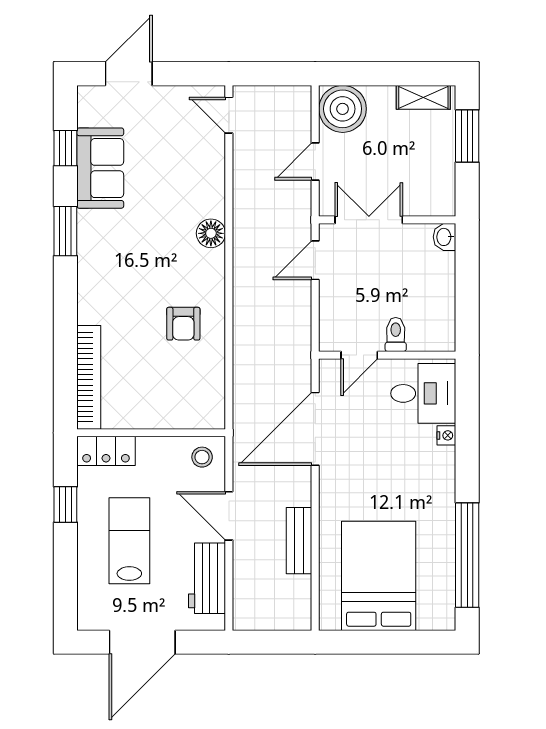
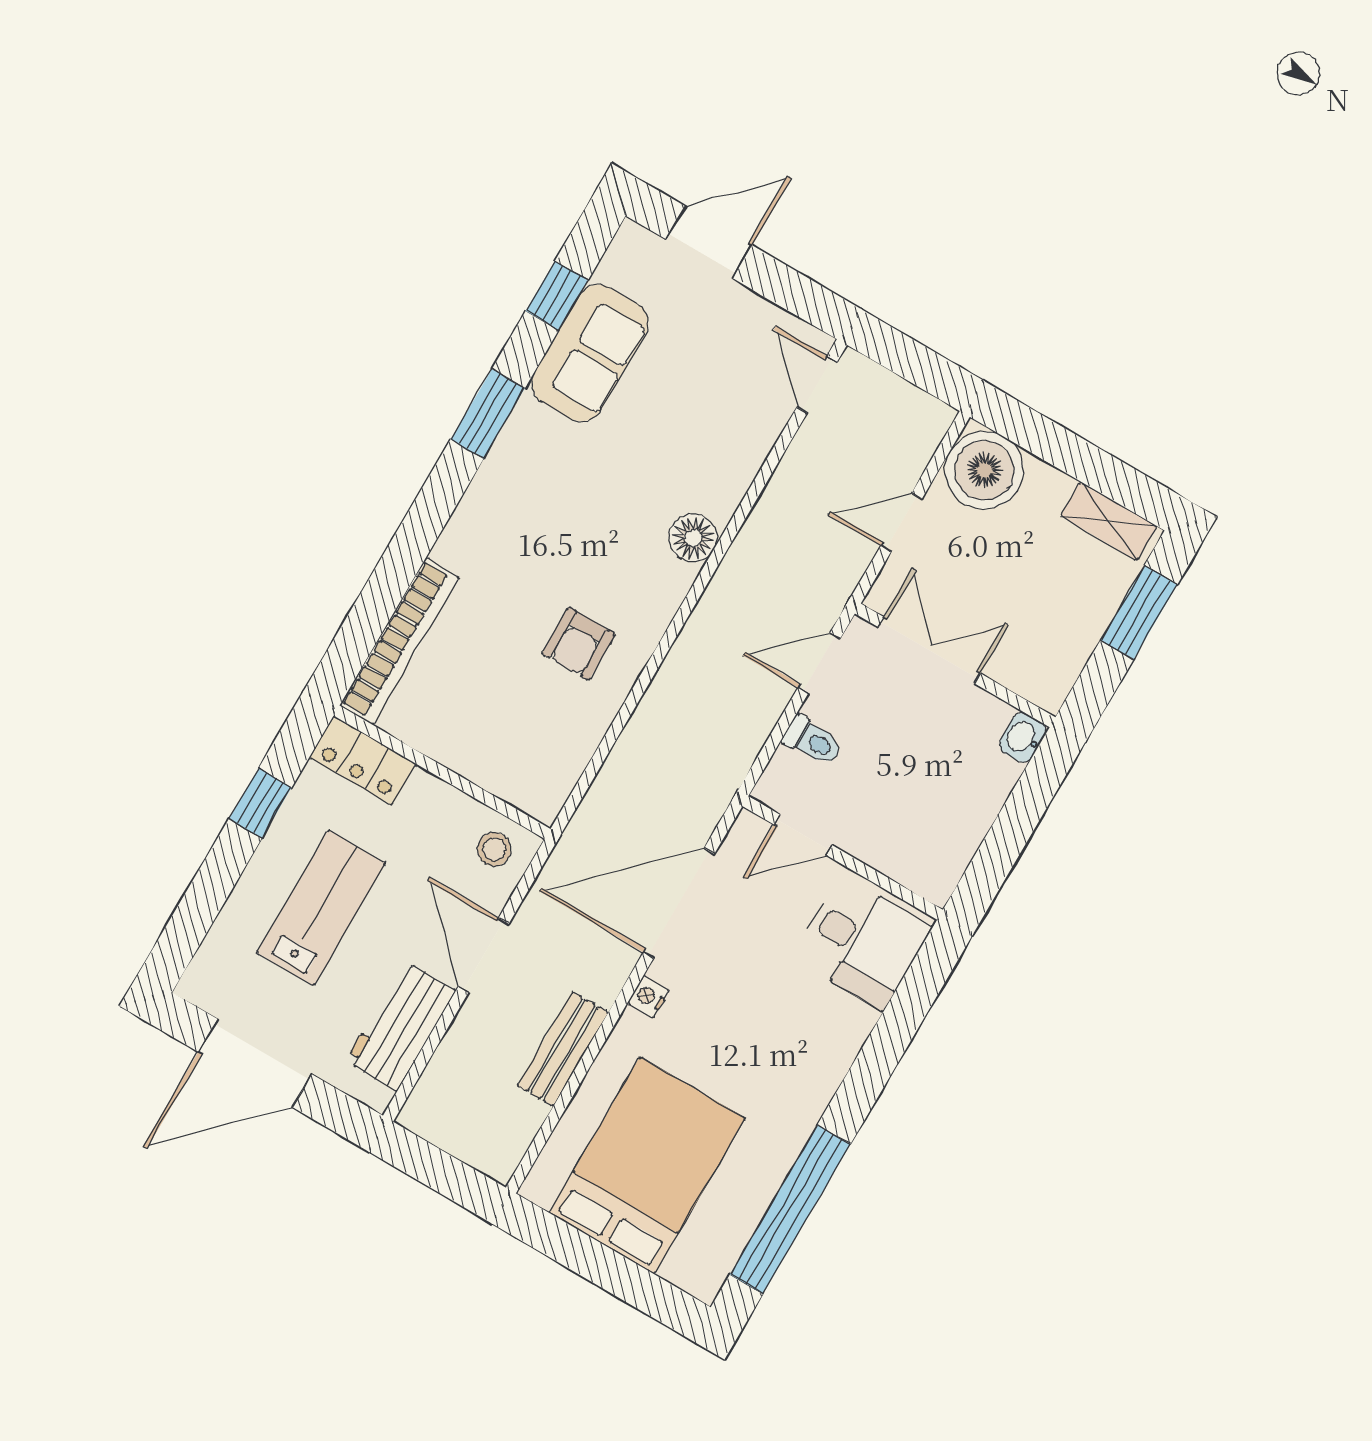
toilet: (396, 334) -> (813, 741), moved, turned 90
nightstand: (446, 435) -> (648, 997), moved, turned 180

